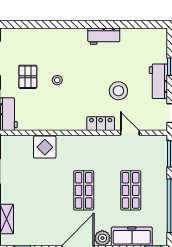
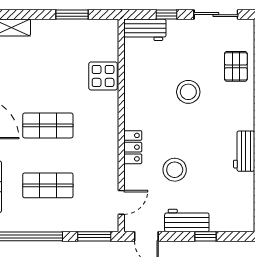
pallet: (28, 77) -> (236, 66), moved, turned 90
stool: (57, 80) -> (188, 92), width x1.89, depth x1.89
door: (130, 133) -> (121, 202), moved

